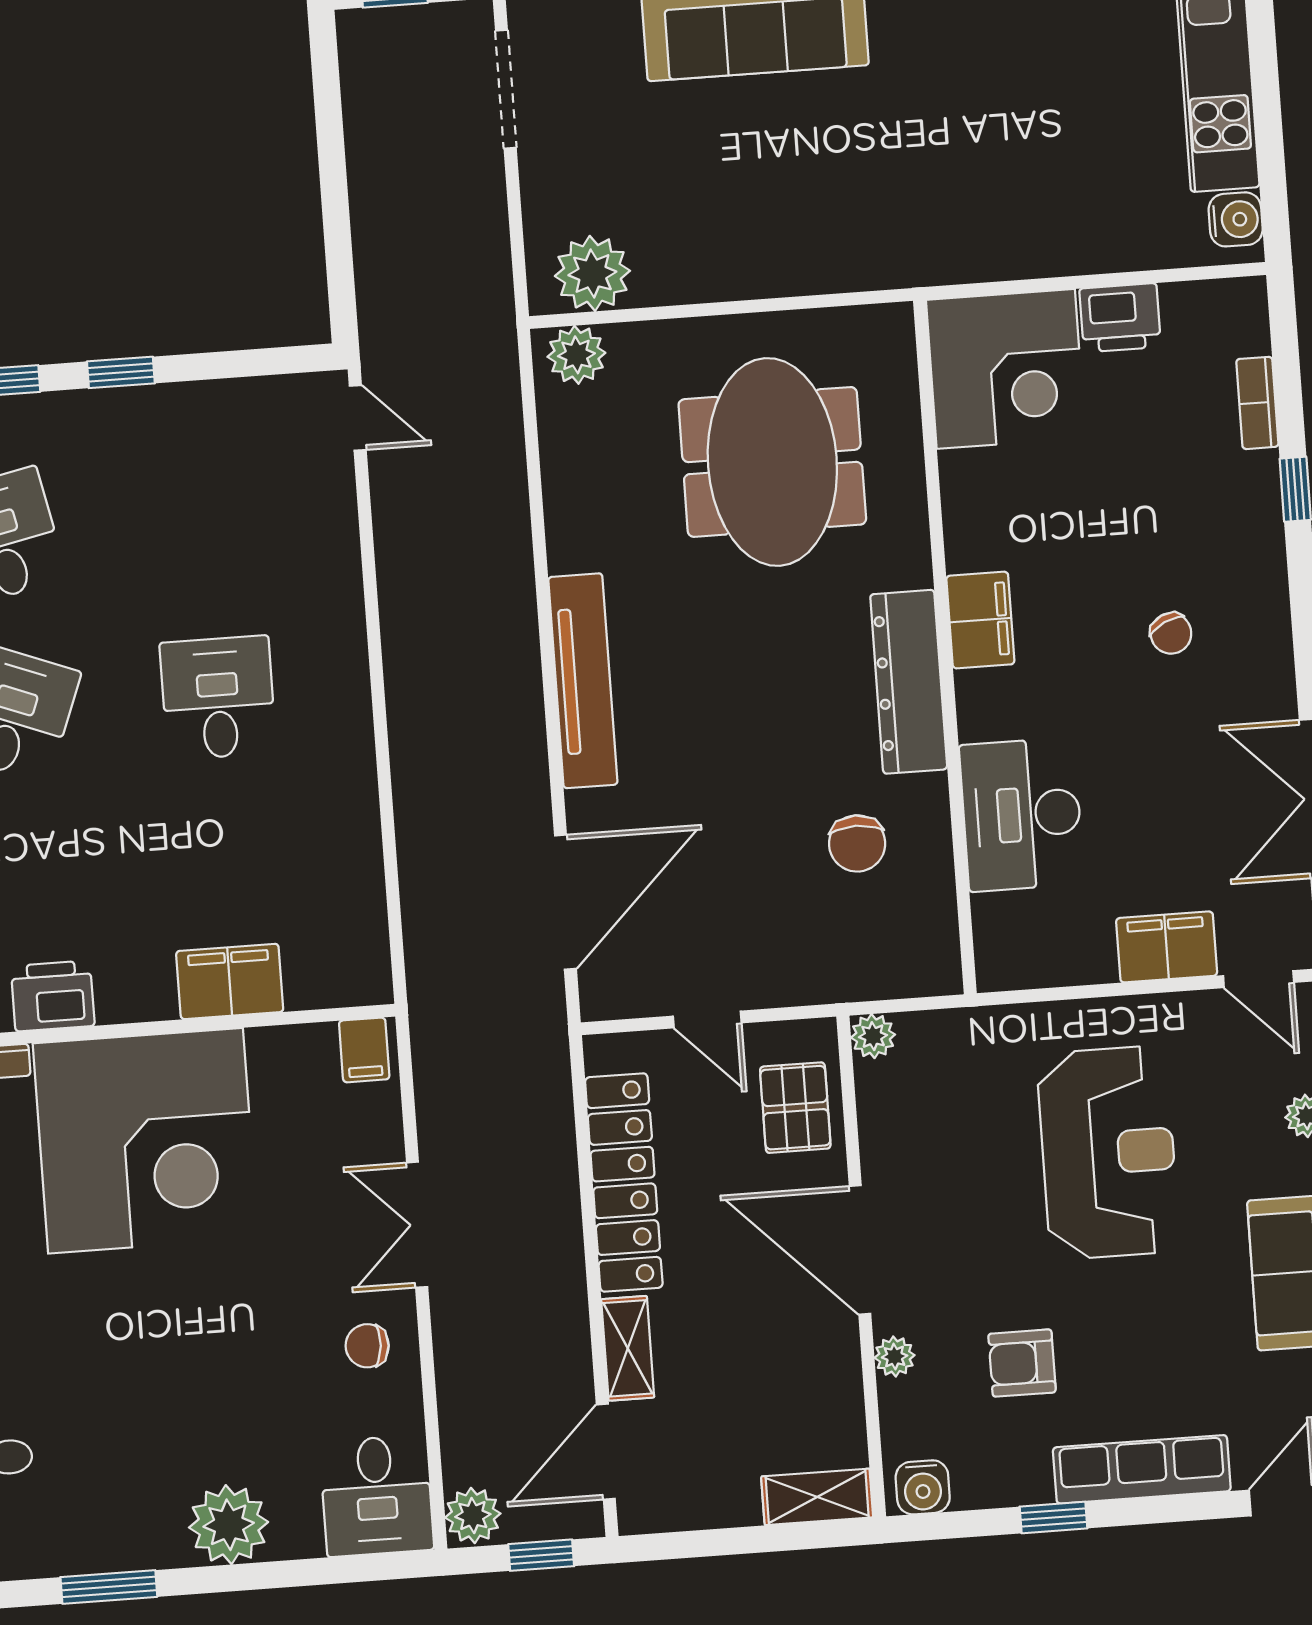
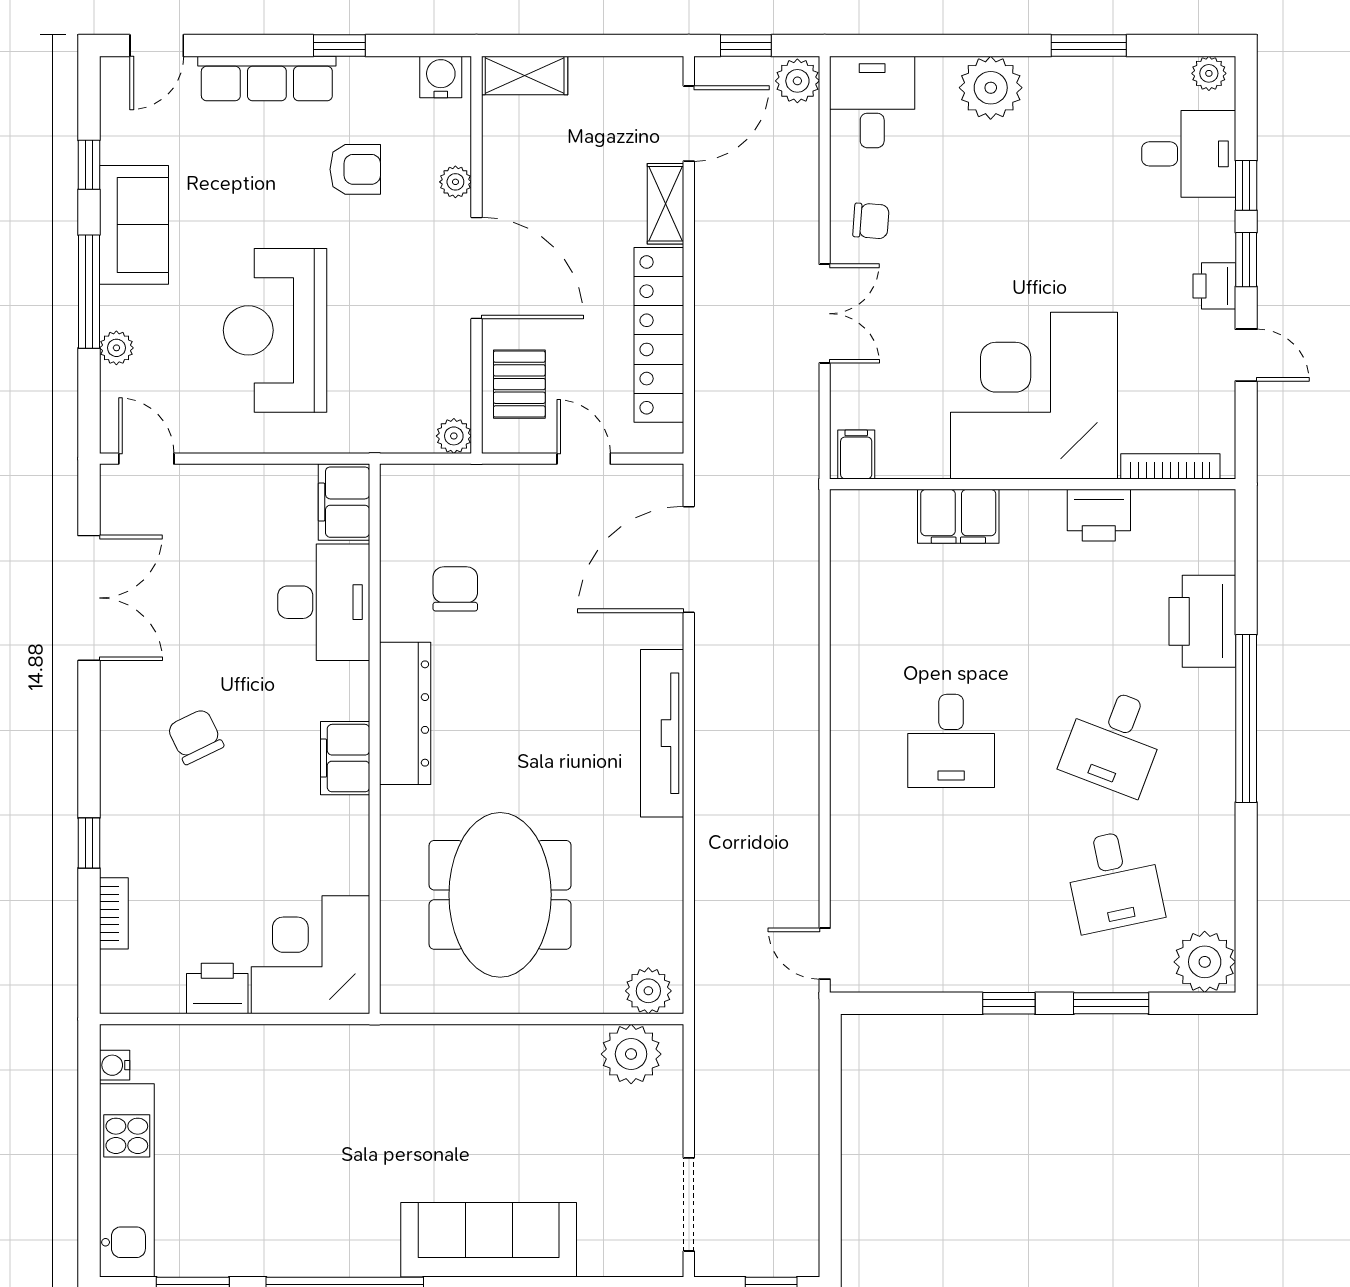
water cooler: (1236, 219) -> (115, 1065), width x0.72, depth x0.72
chair: (1171, 633) -> (195, 737), width x1.37, depth x1.37
filing cabinet: (1167, 947) -> (344, 502), moved, turned 90

